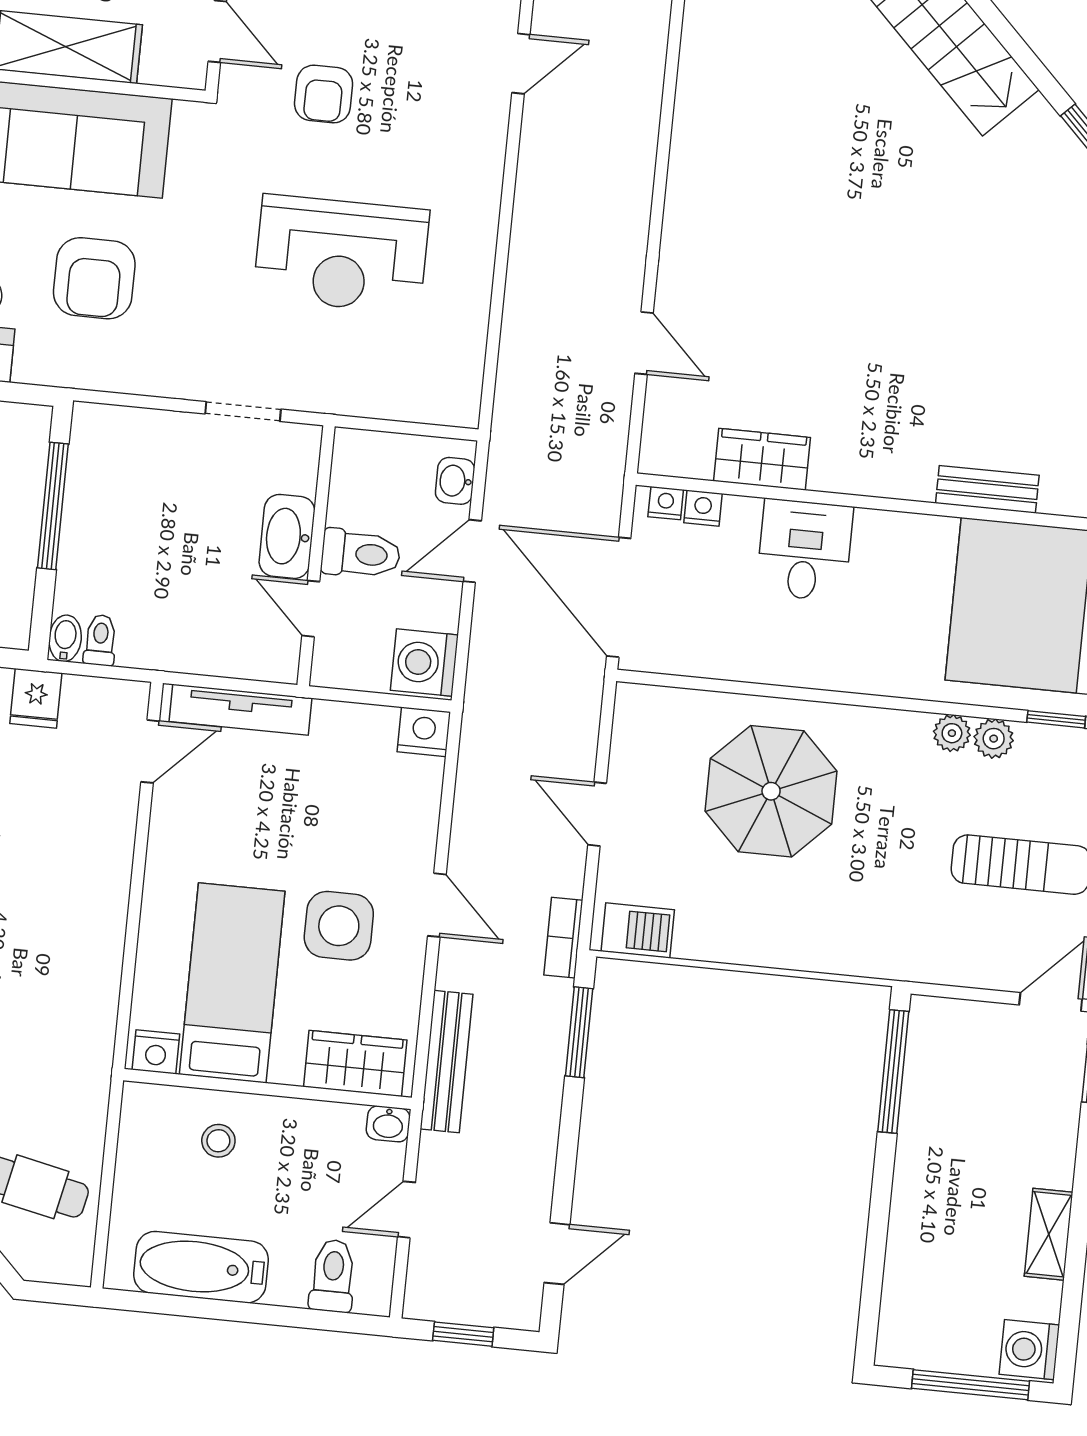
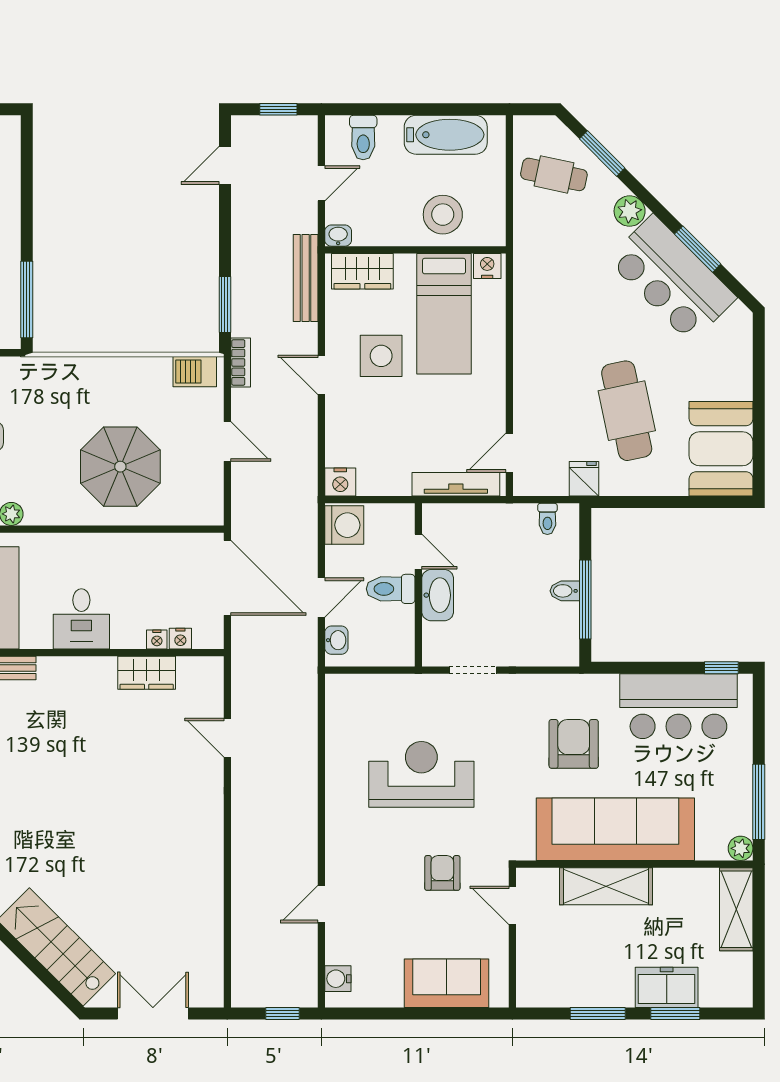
nightstand: (666, 503) -> (157, 639), moved
desk: (805, 550) -> (81, 619), moved
bidet: (65, 638) -> (565, 591), moved, turned 90
stool: (218, 1141) -> (443, 215), width x1.89, depth x1.89

